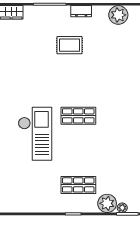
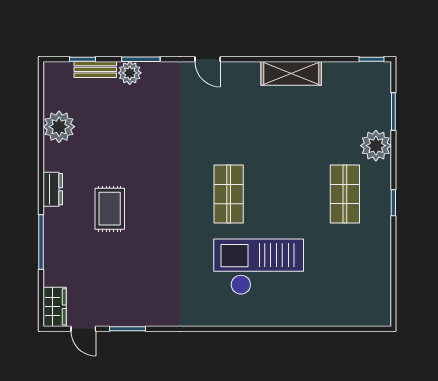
plant: (122, 208) -> (383, 120), removed

